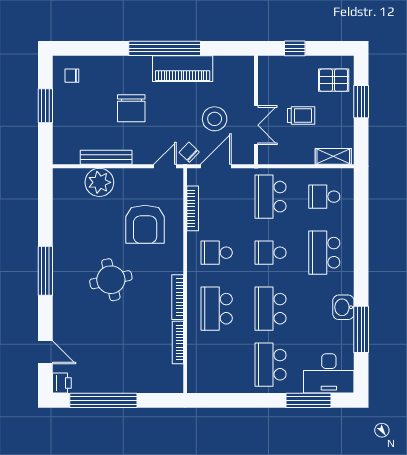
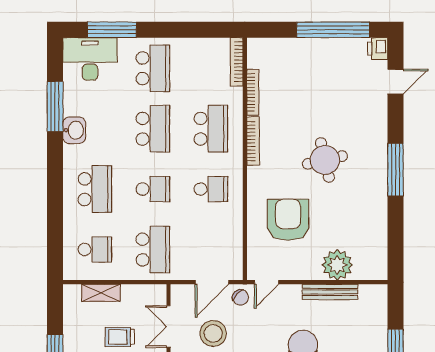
shelving: (333, 156) -> (101, 293), moved
bookcase: (193, 208) -> (237, 62), moved
door: (45, 352) -> (396, 82), swing flipped

